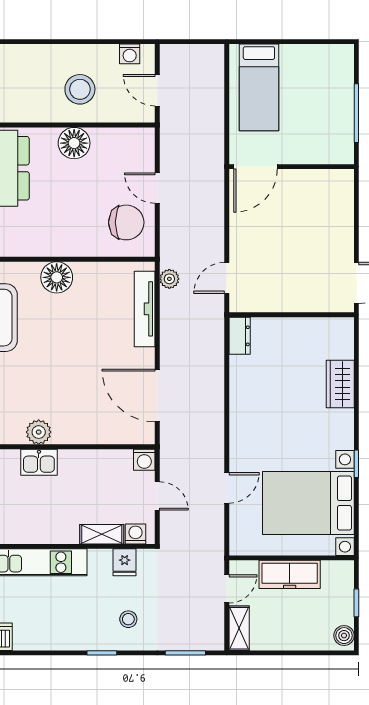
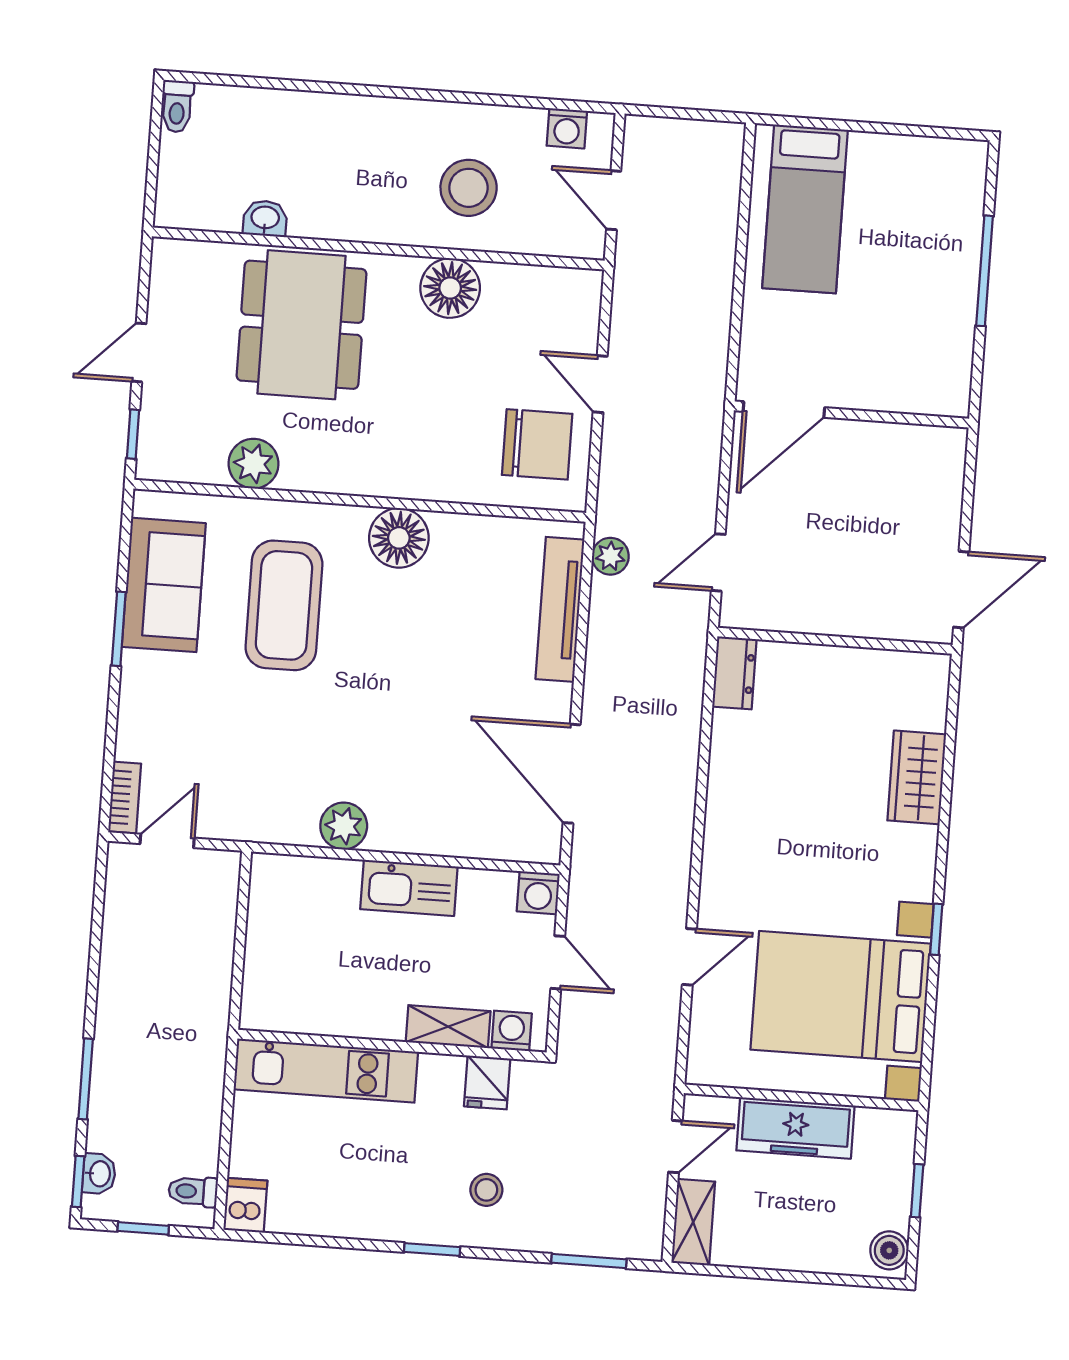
door: (256, 167) -> (784, 409), moved
wall: (292, 167) -> (852, 414), moved
kitchen sink: (39, 462) -> (409, 888), moved, width x1.38

